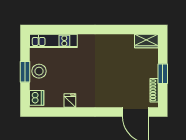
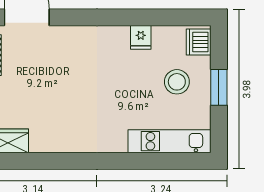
stool: (39, 71) -> (177, 82), moved

